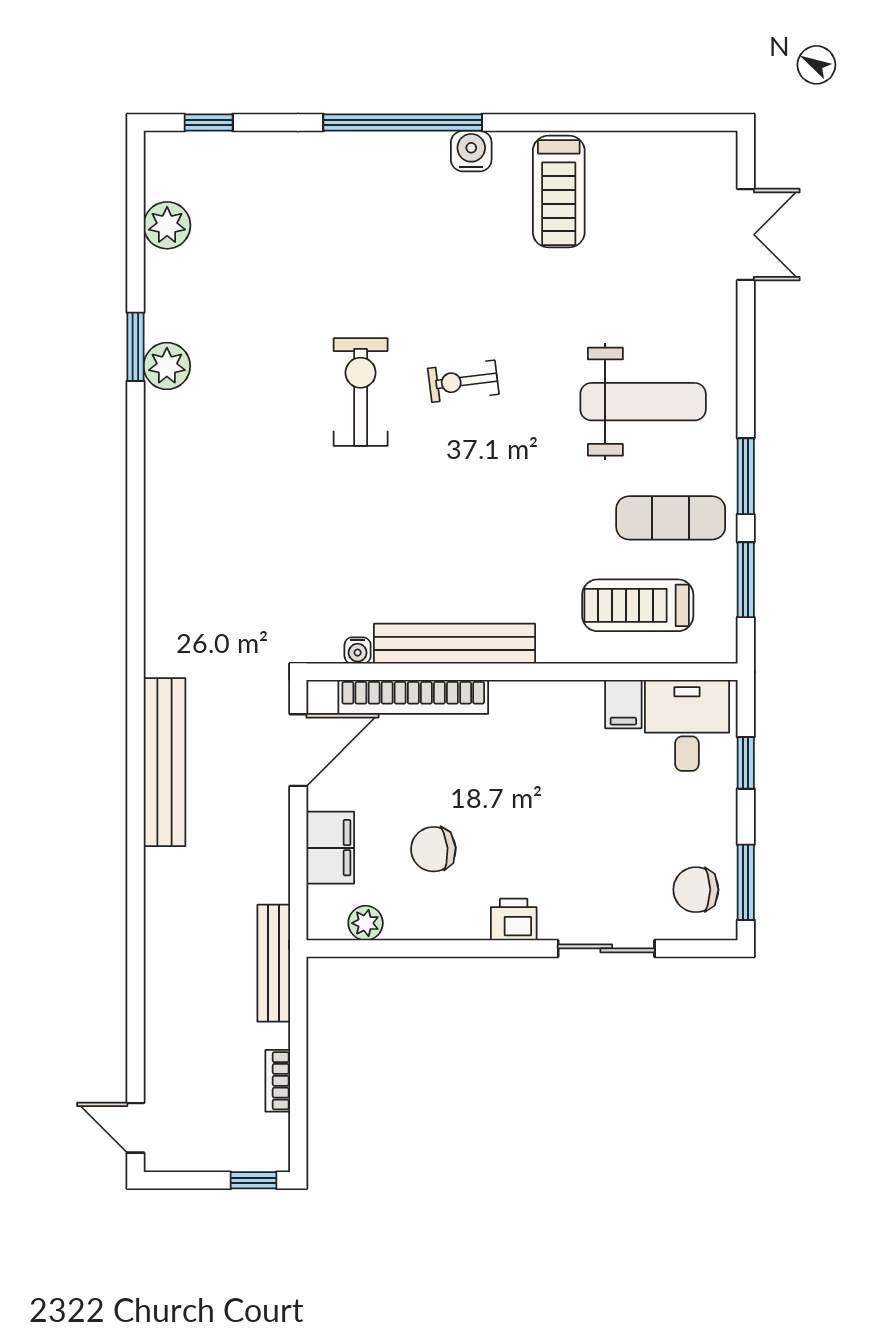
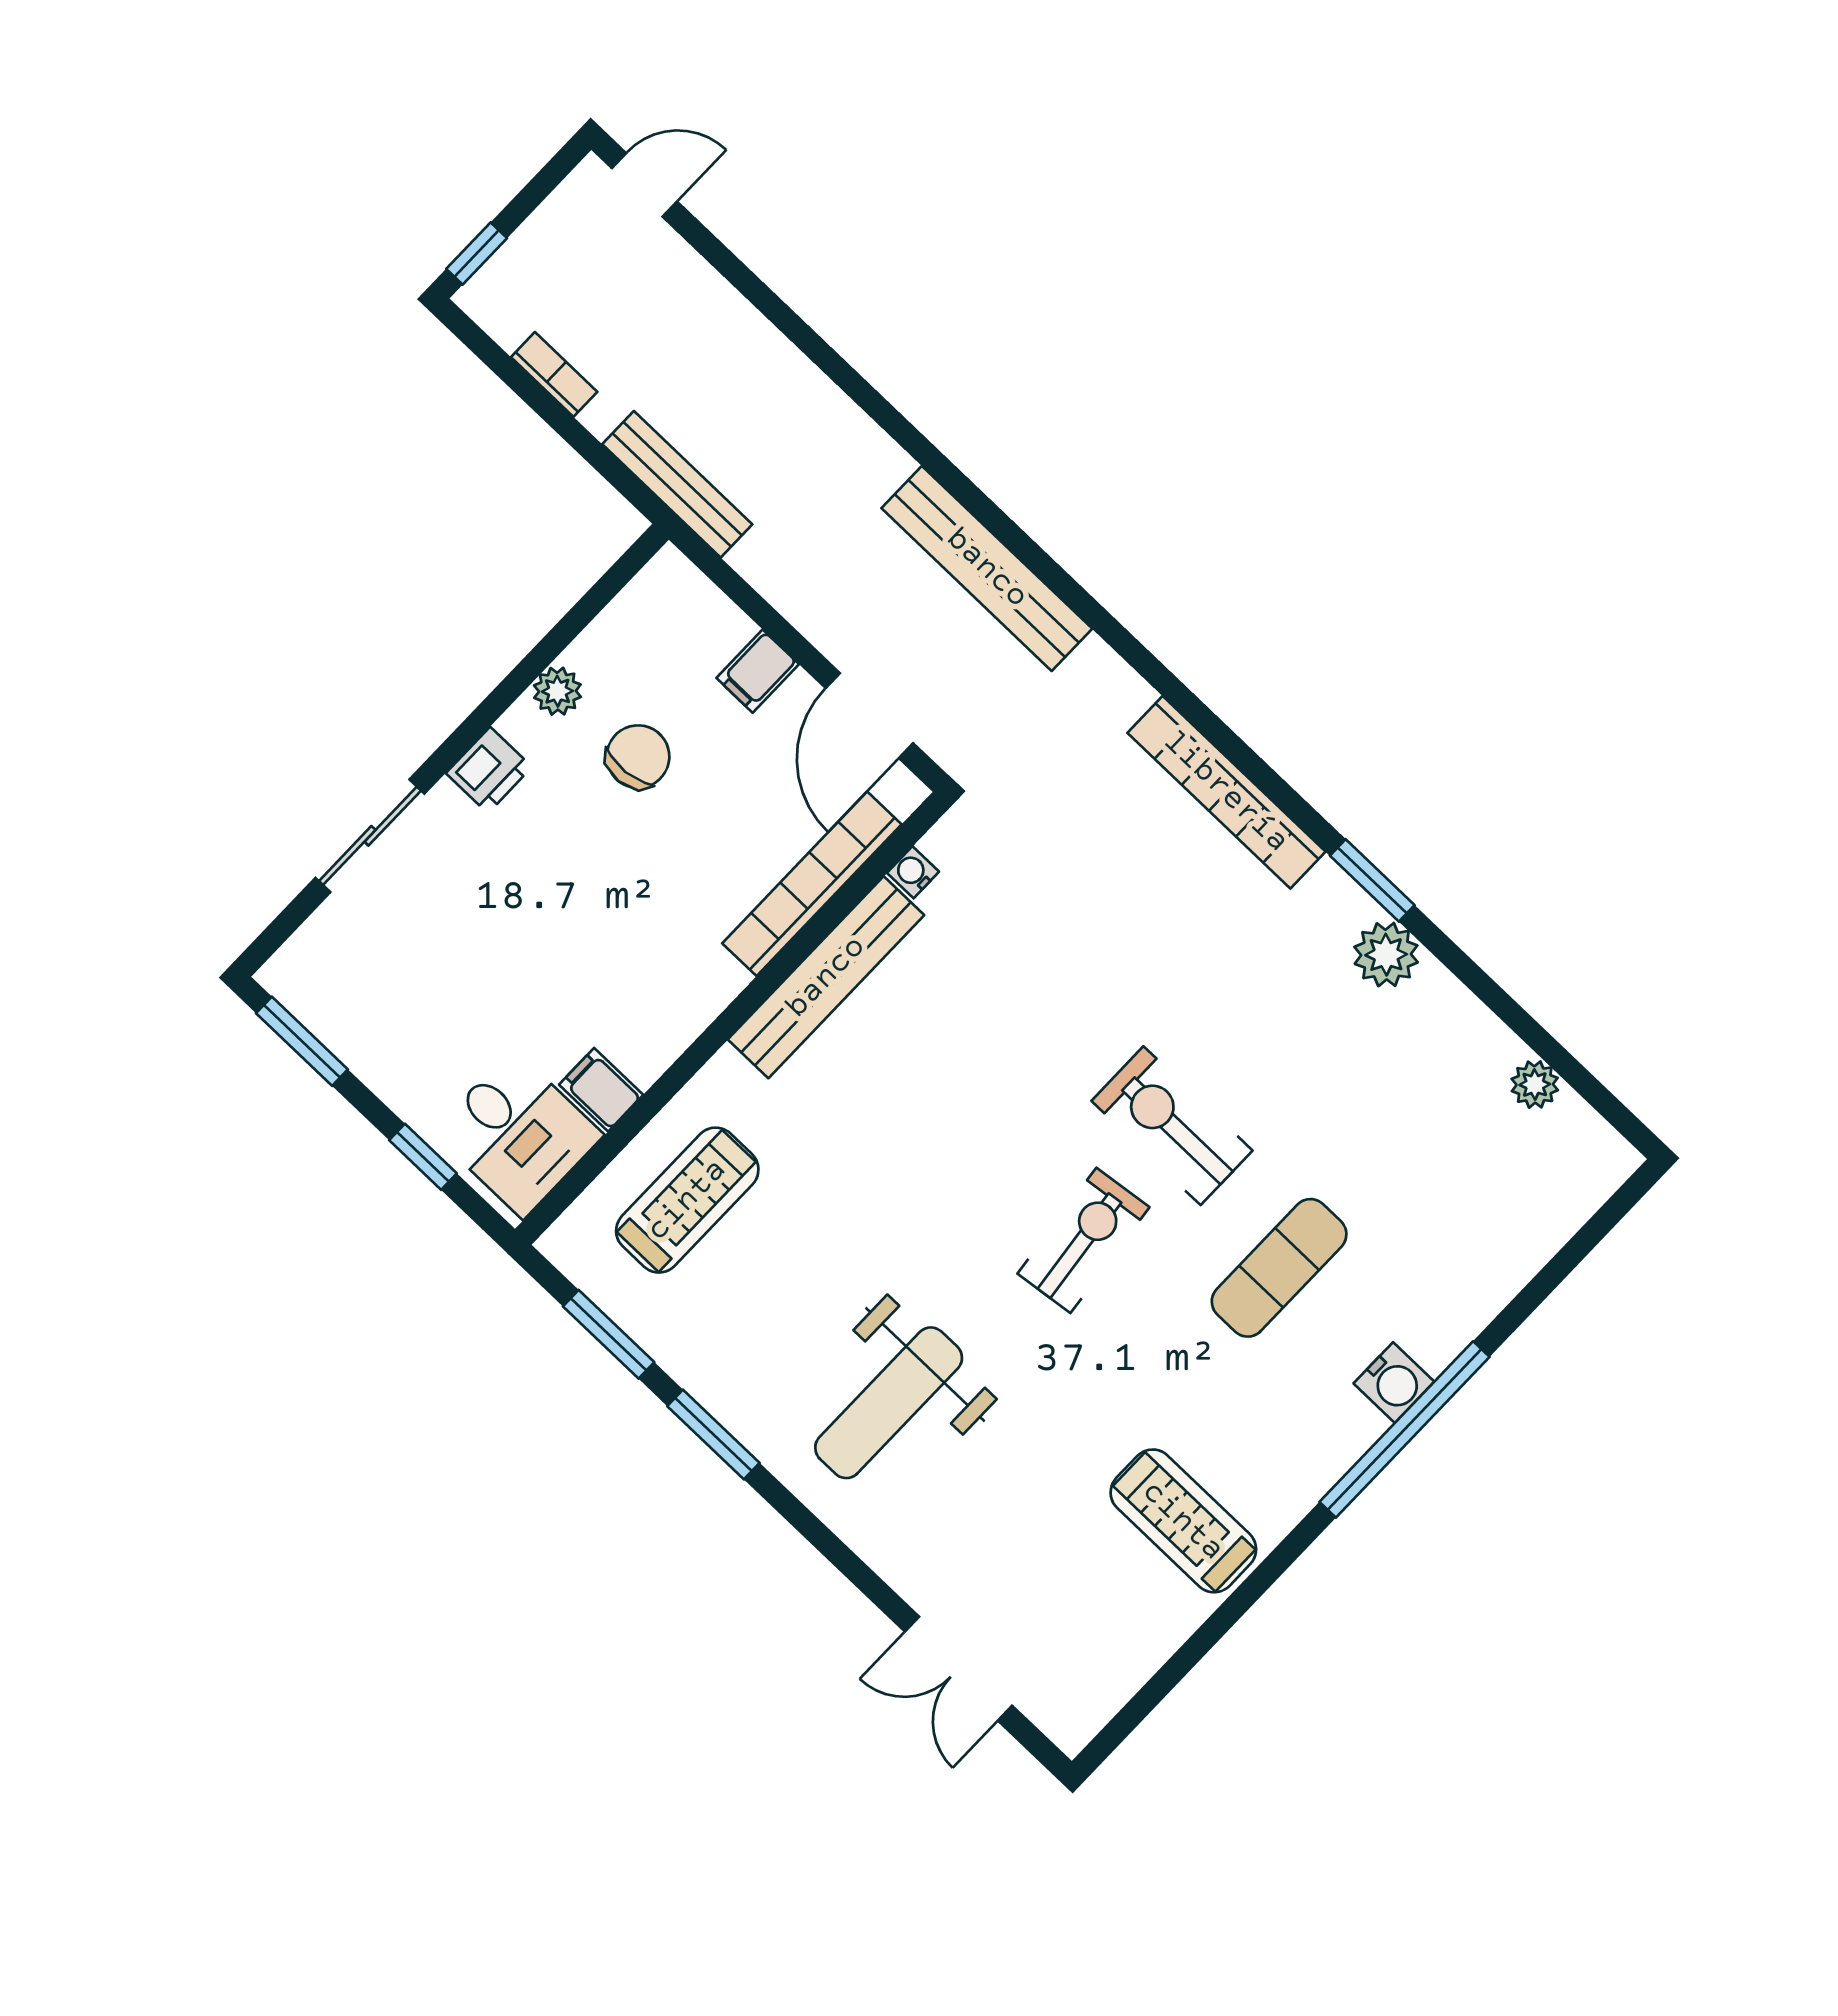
window: (209, 123) -> (1592, 1233), removed
water cooler: (471, 151) -> (1394, 1383), moved
plant: (167, 225) -> (1535, 1085), width x0.73, depth x0.73
window: (135, 347) -> (1372, 880), moved
exercise bike: (463, 381) -> (1083, 1240), width x1.38, depth x1.39
exercise bike: (361, 392) -> (1172, 1126), turned 180
exercise mat: (671, 518) -> (1279, 1268), moved
bookcase: (162, 528) -> (1226, 792), added
filing cabinet: (330, 848) -> (758, 671), width x0.50
chair: (696, 890) -> (343, 984), removed
plant: (366, 923) -> (557, 691), moved

